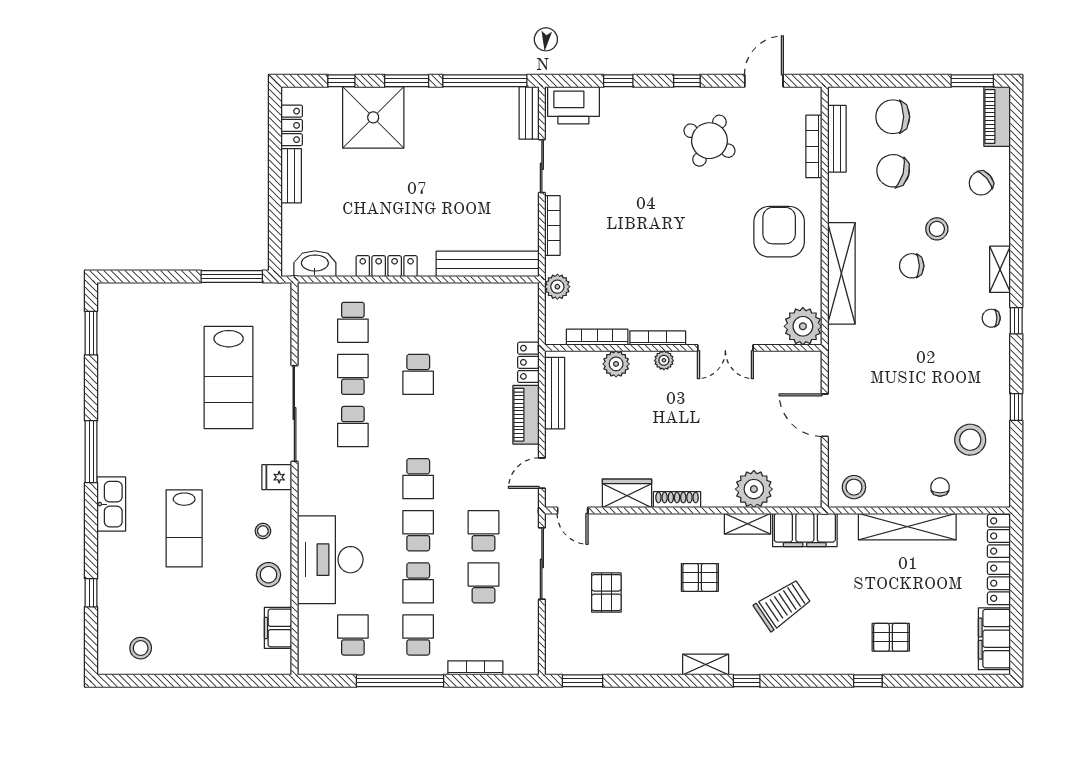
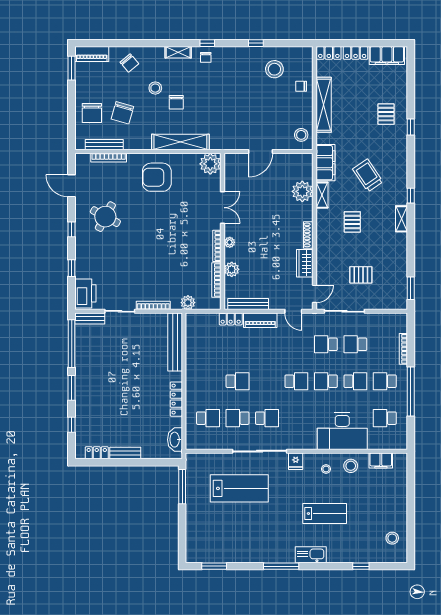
shower: (373, 117) -> (92, 407), removed

